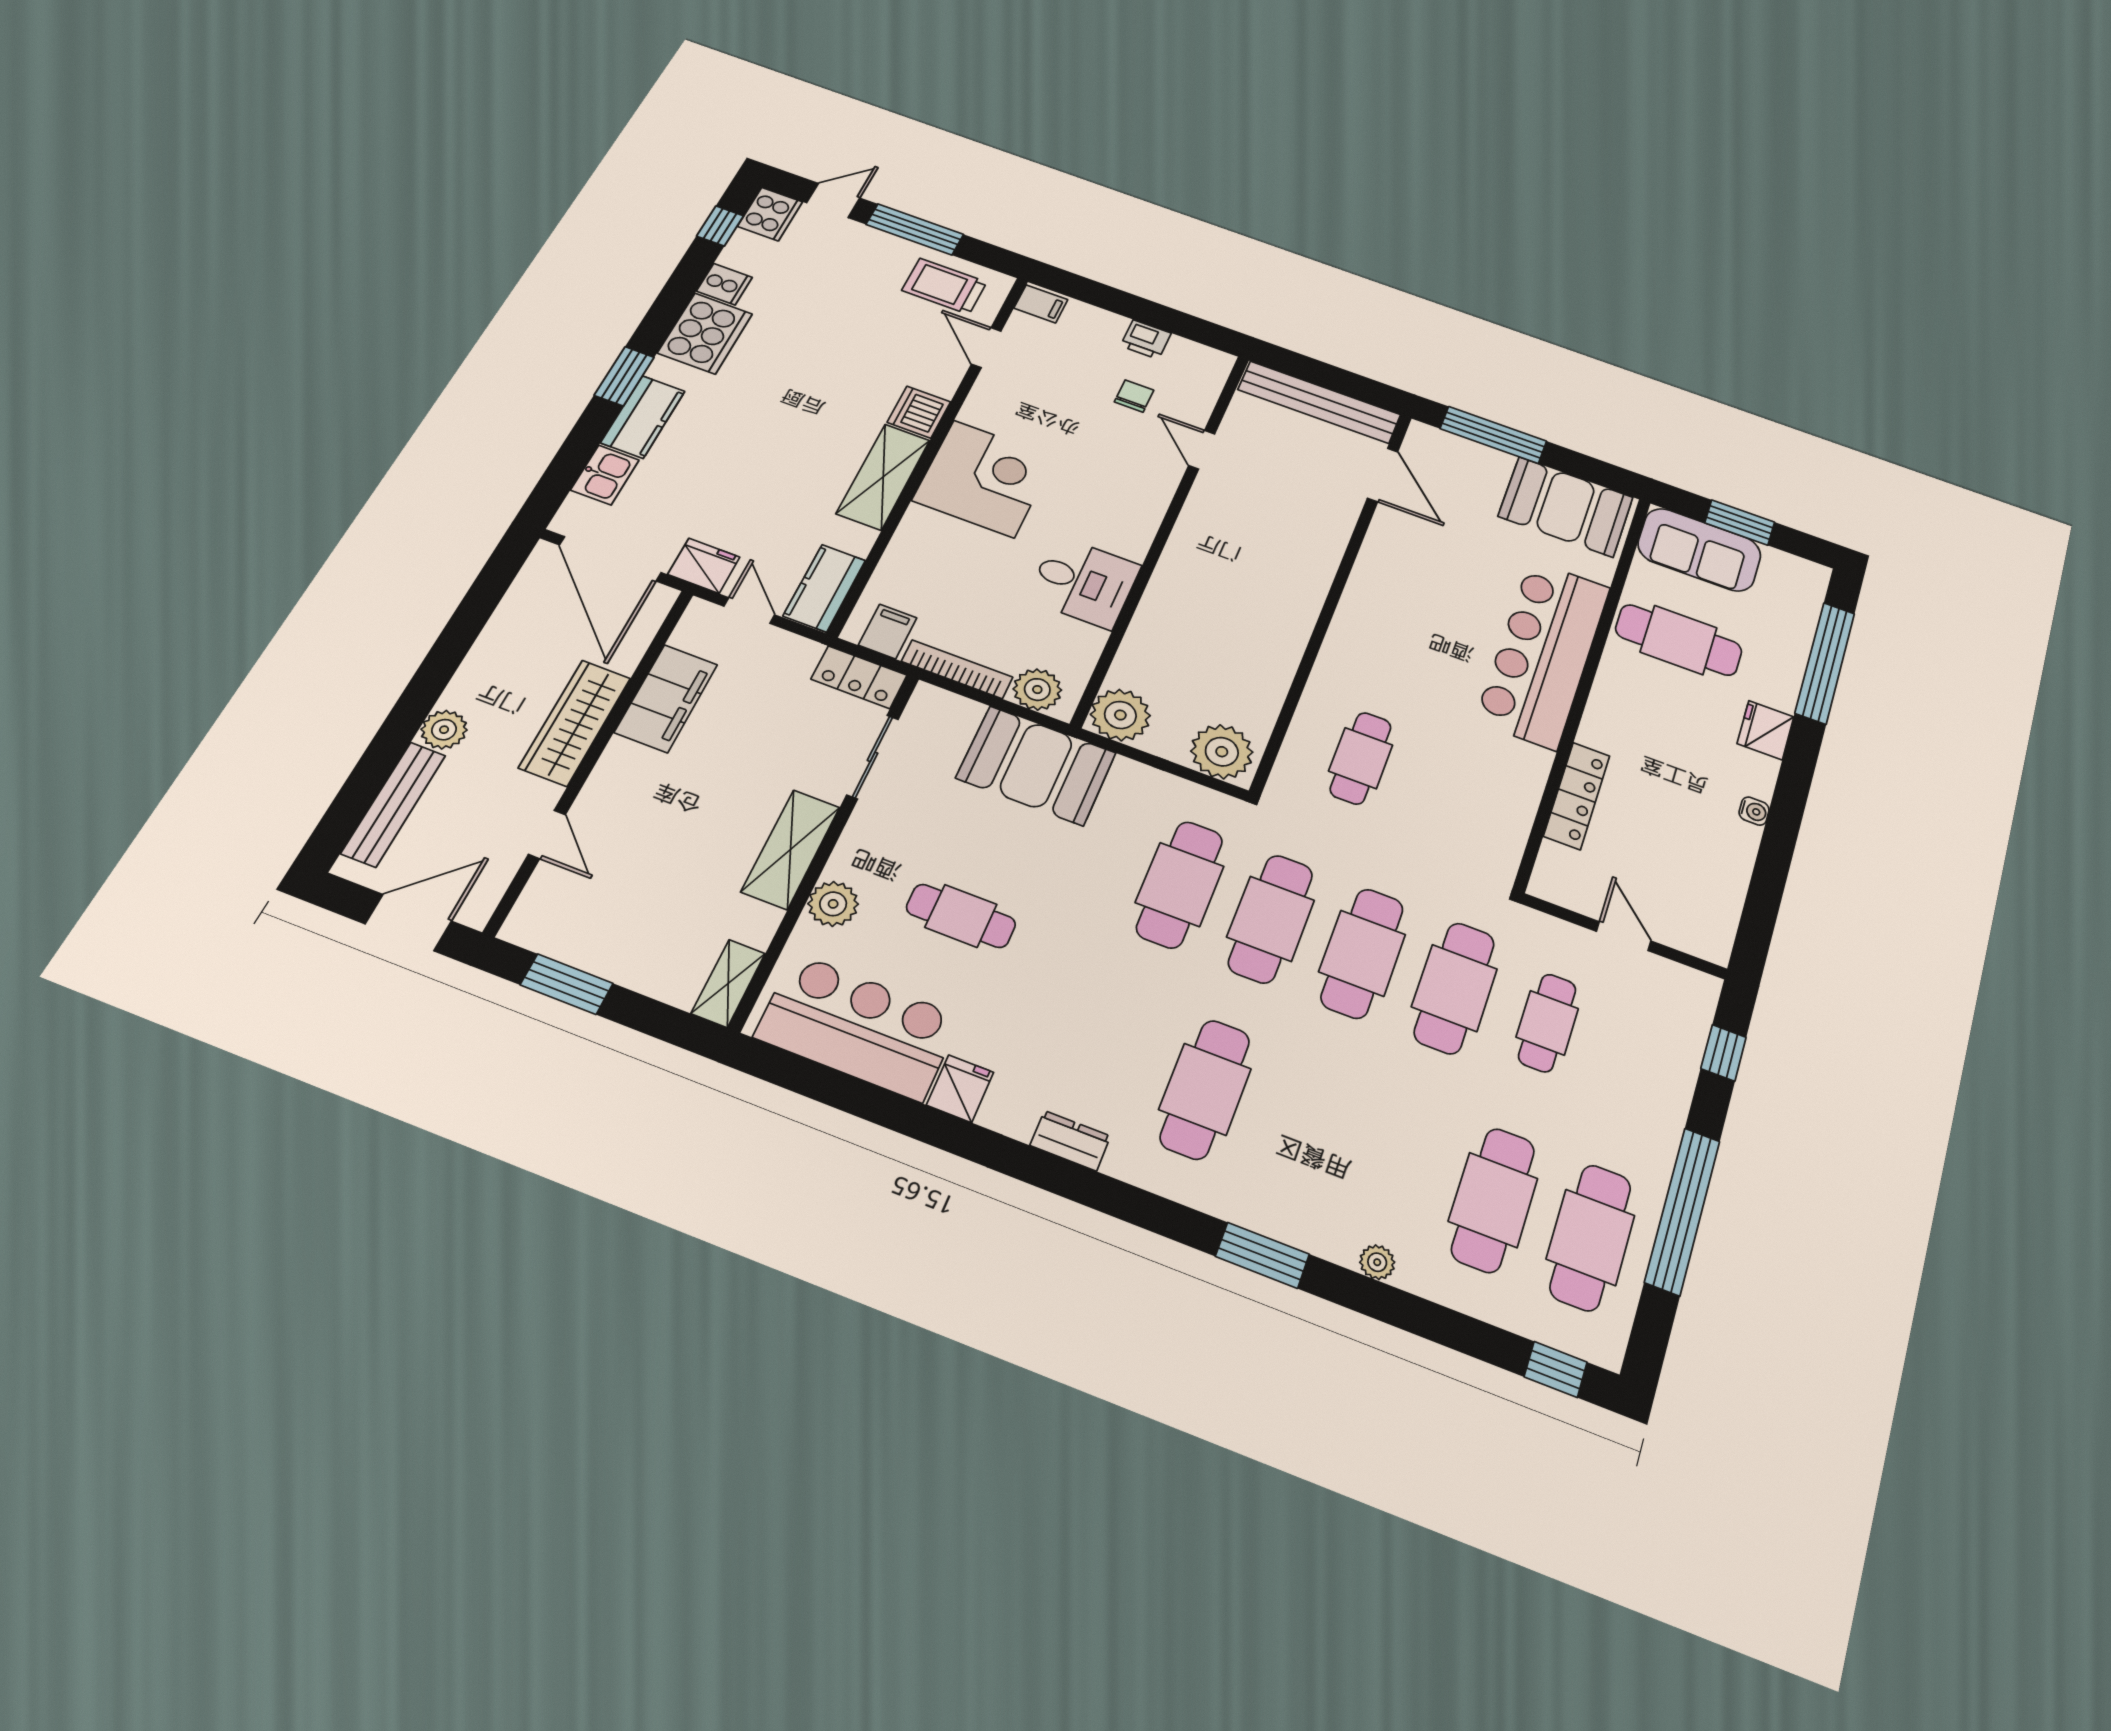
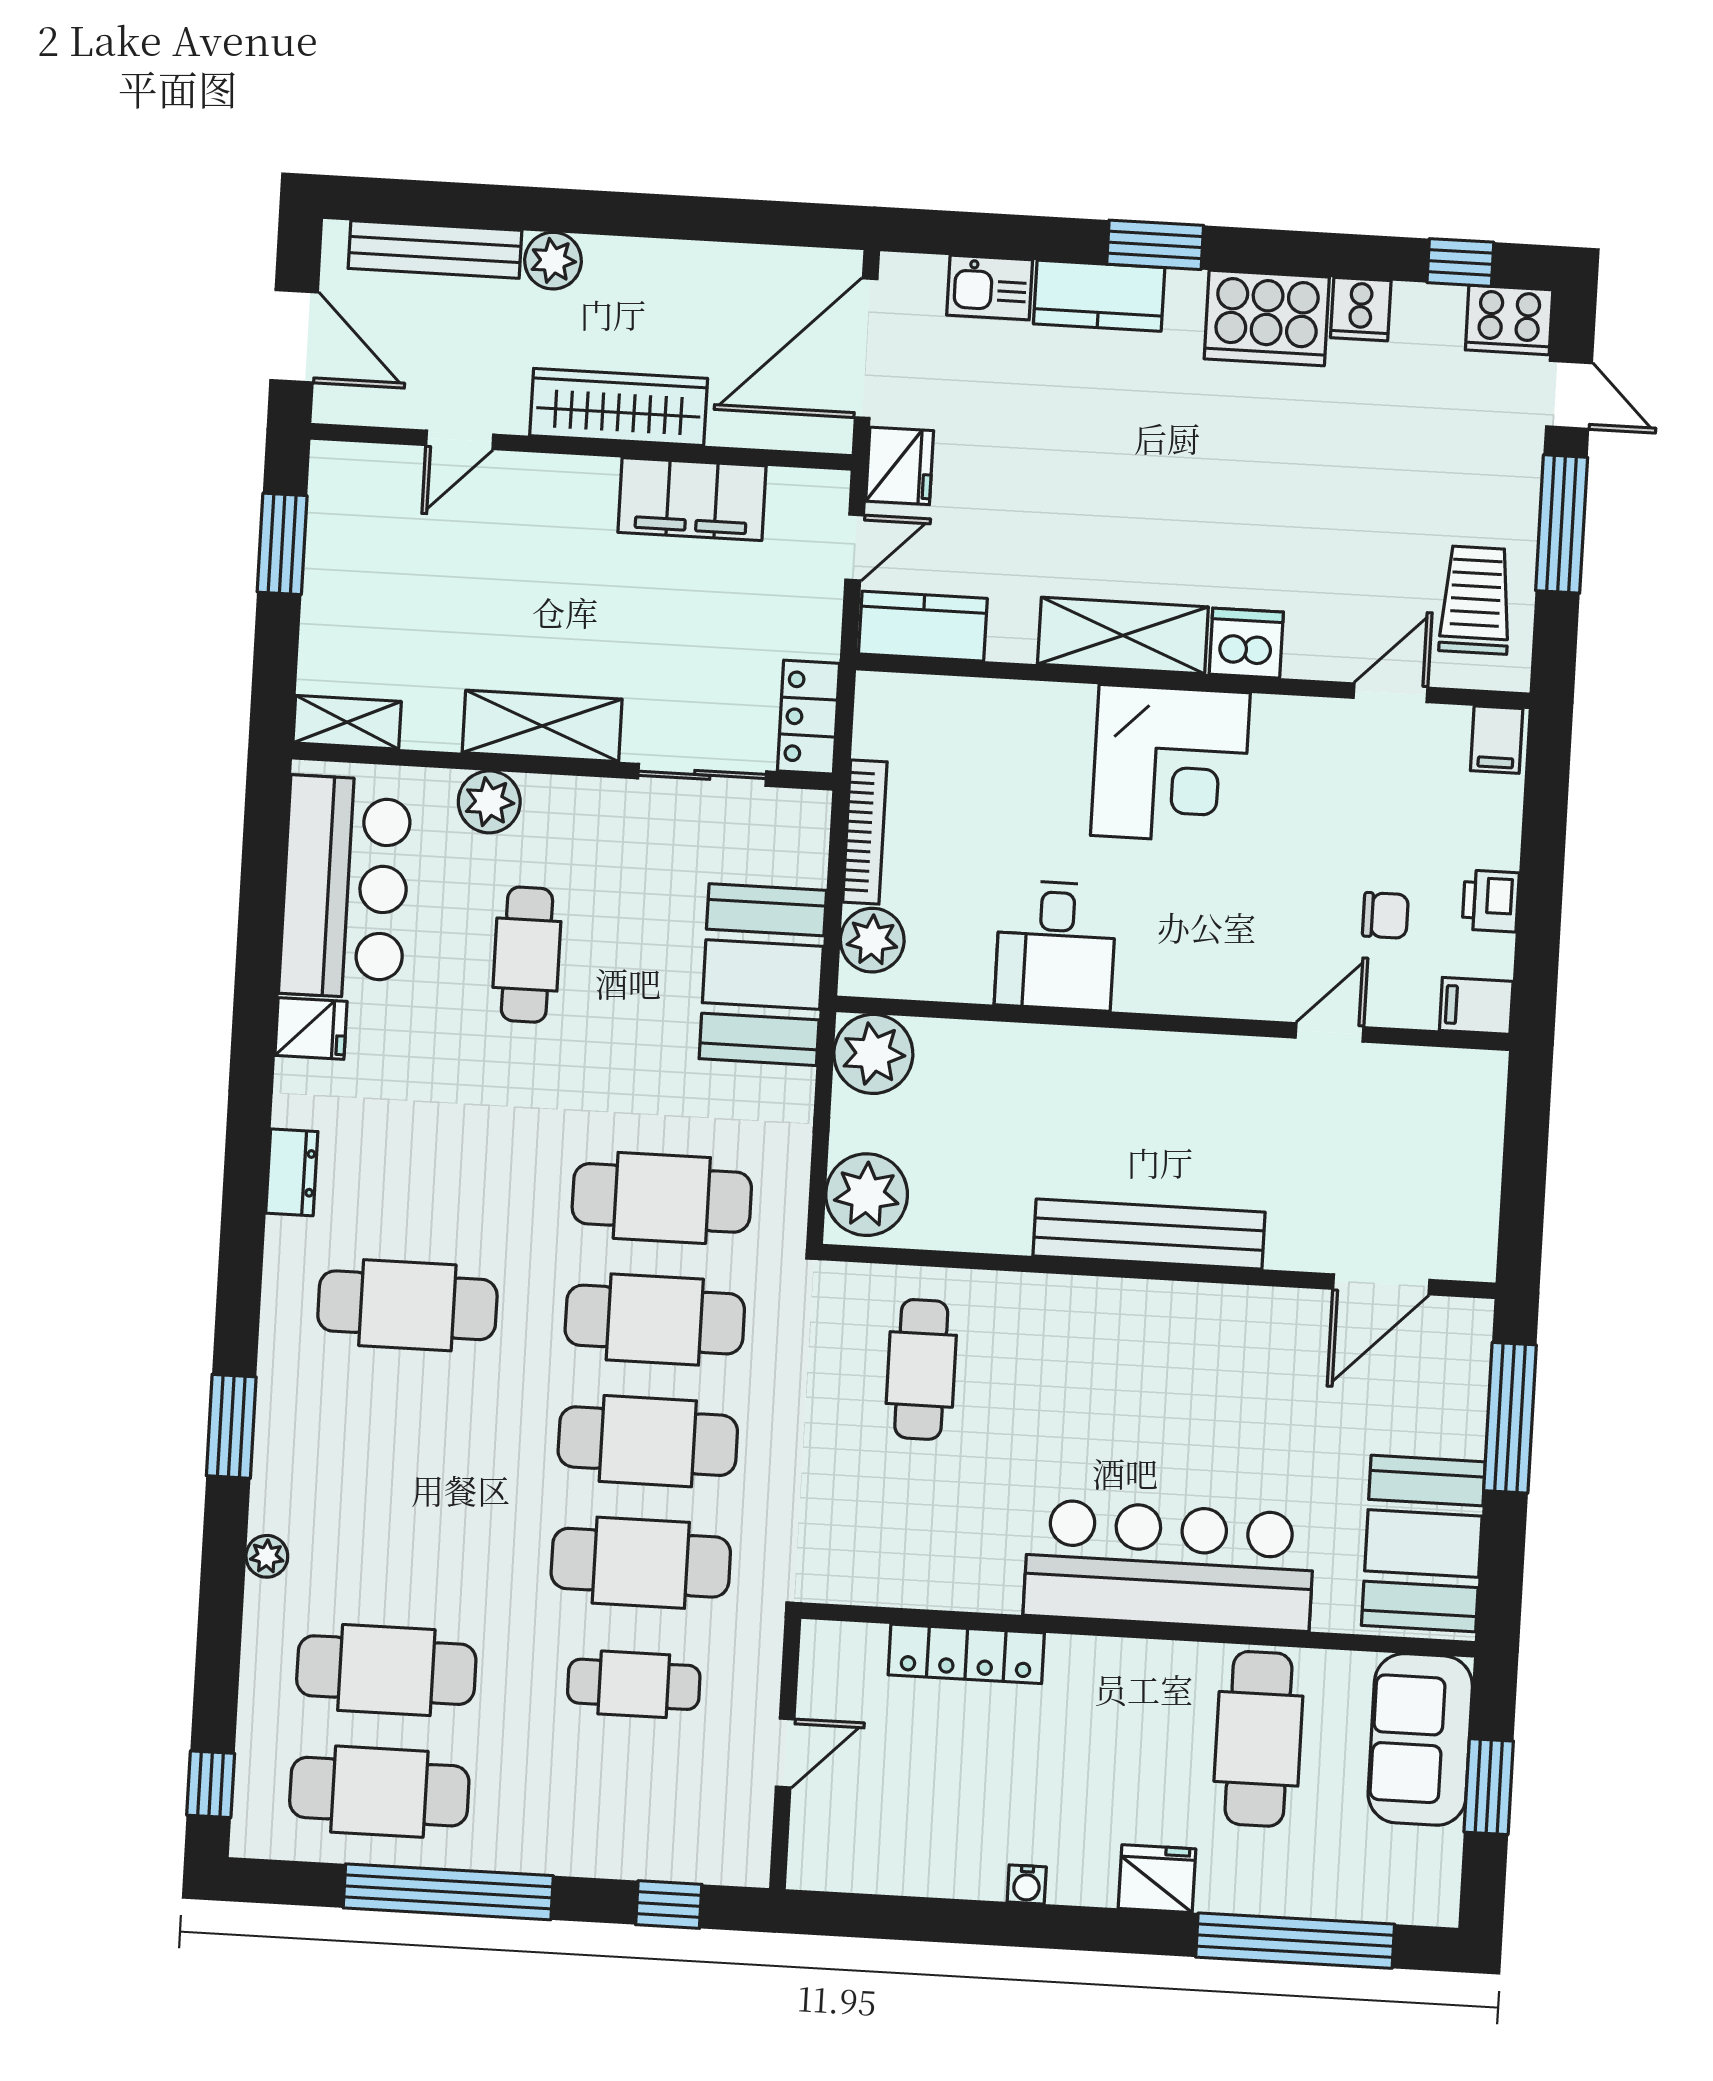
bench: (1319, 402) -> (1149, 1234), moved, turned 90
filing cabinet: (888, 631) -> (1476, 1006), moved, turned 180
cafe table: (1361, 758) -> (921, 1369), turned 90

